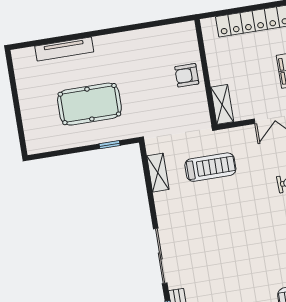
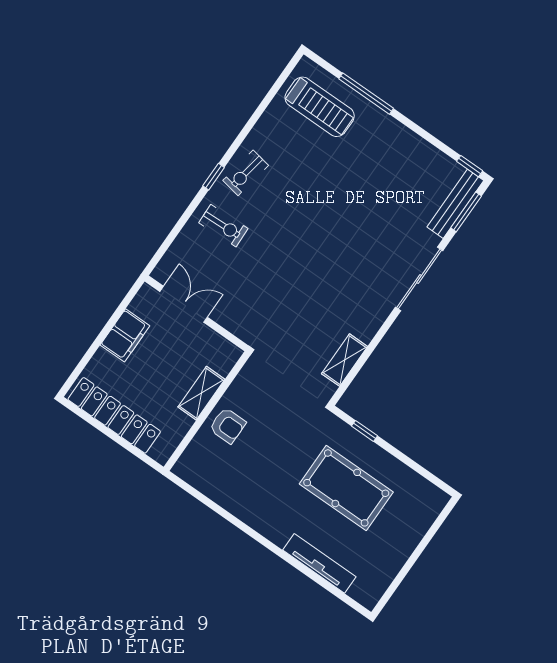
shelving: (222, 104) -> (201, 393), moved
treadmill: (210, 167) -> (290, 317), removed

